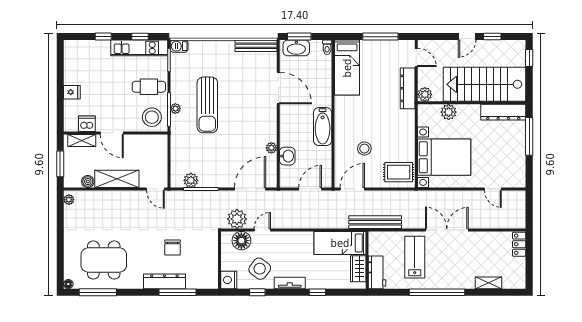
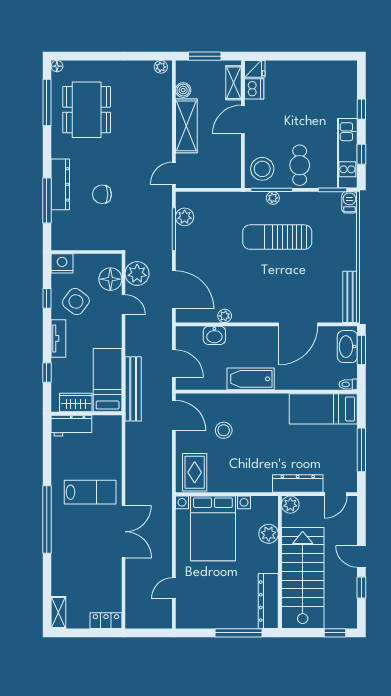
fridge: (72, 92) -> (255, 69), moved, turned -90
bench: (375, 222) -> (133, 389), moved
bed: (340, 243) -> (108, 380), moved
wall: (367, 260) -> (86, 413), moved
wardrobe: (358, 269) -> (76, 402), moved
workbench: (377, 272) -> (71, 426), moved
shelving: (489, 283) -> (58, 613), moved

